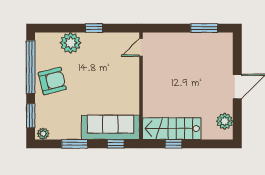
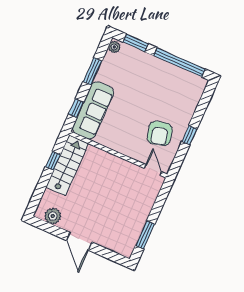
plant: (71, 43) -> (185, 108), removed
armchair: (52, 81) -> (160, 133), moved

